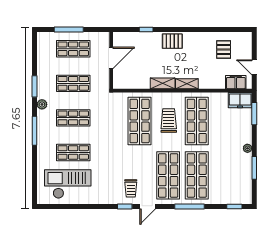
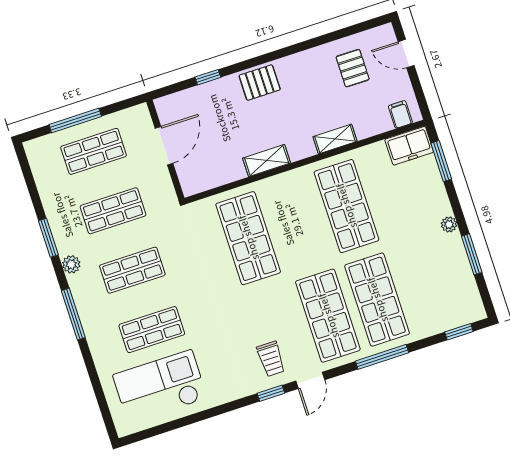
door: (254, 67) -> (406, 54), moved
filing cabinet: (236, 82) -> (400, 114), width x0.50
shelving: (187, 84) -> (335, 139), moved
trolley: (169, 121) -> (298, 221), removed

